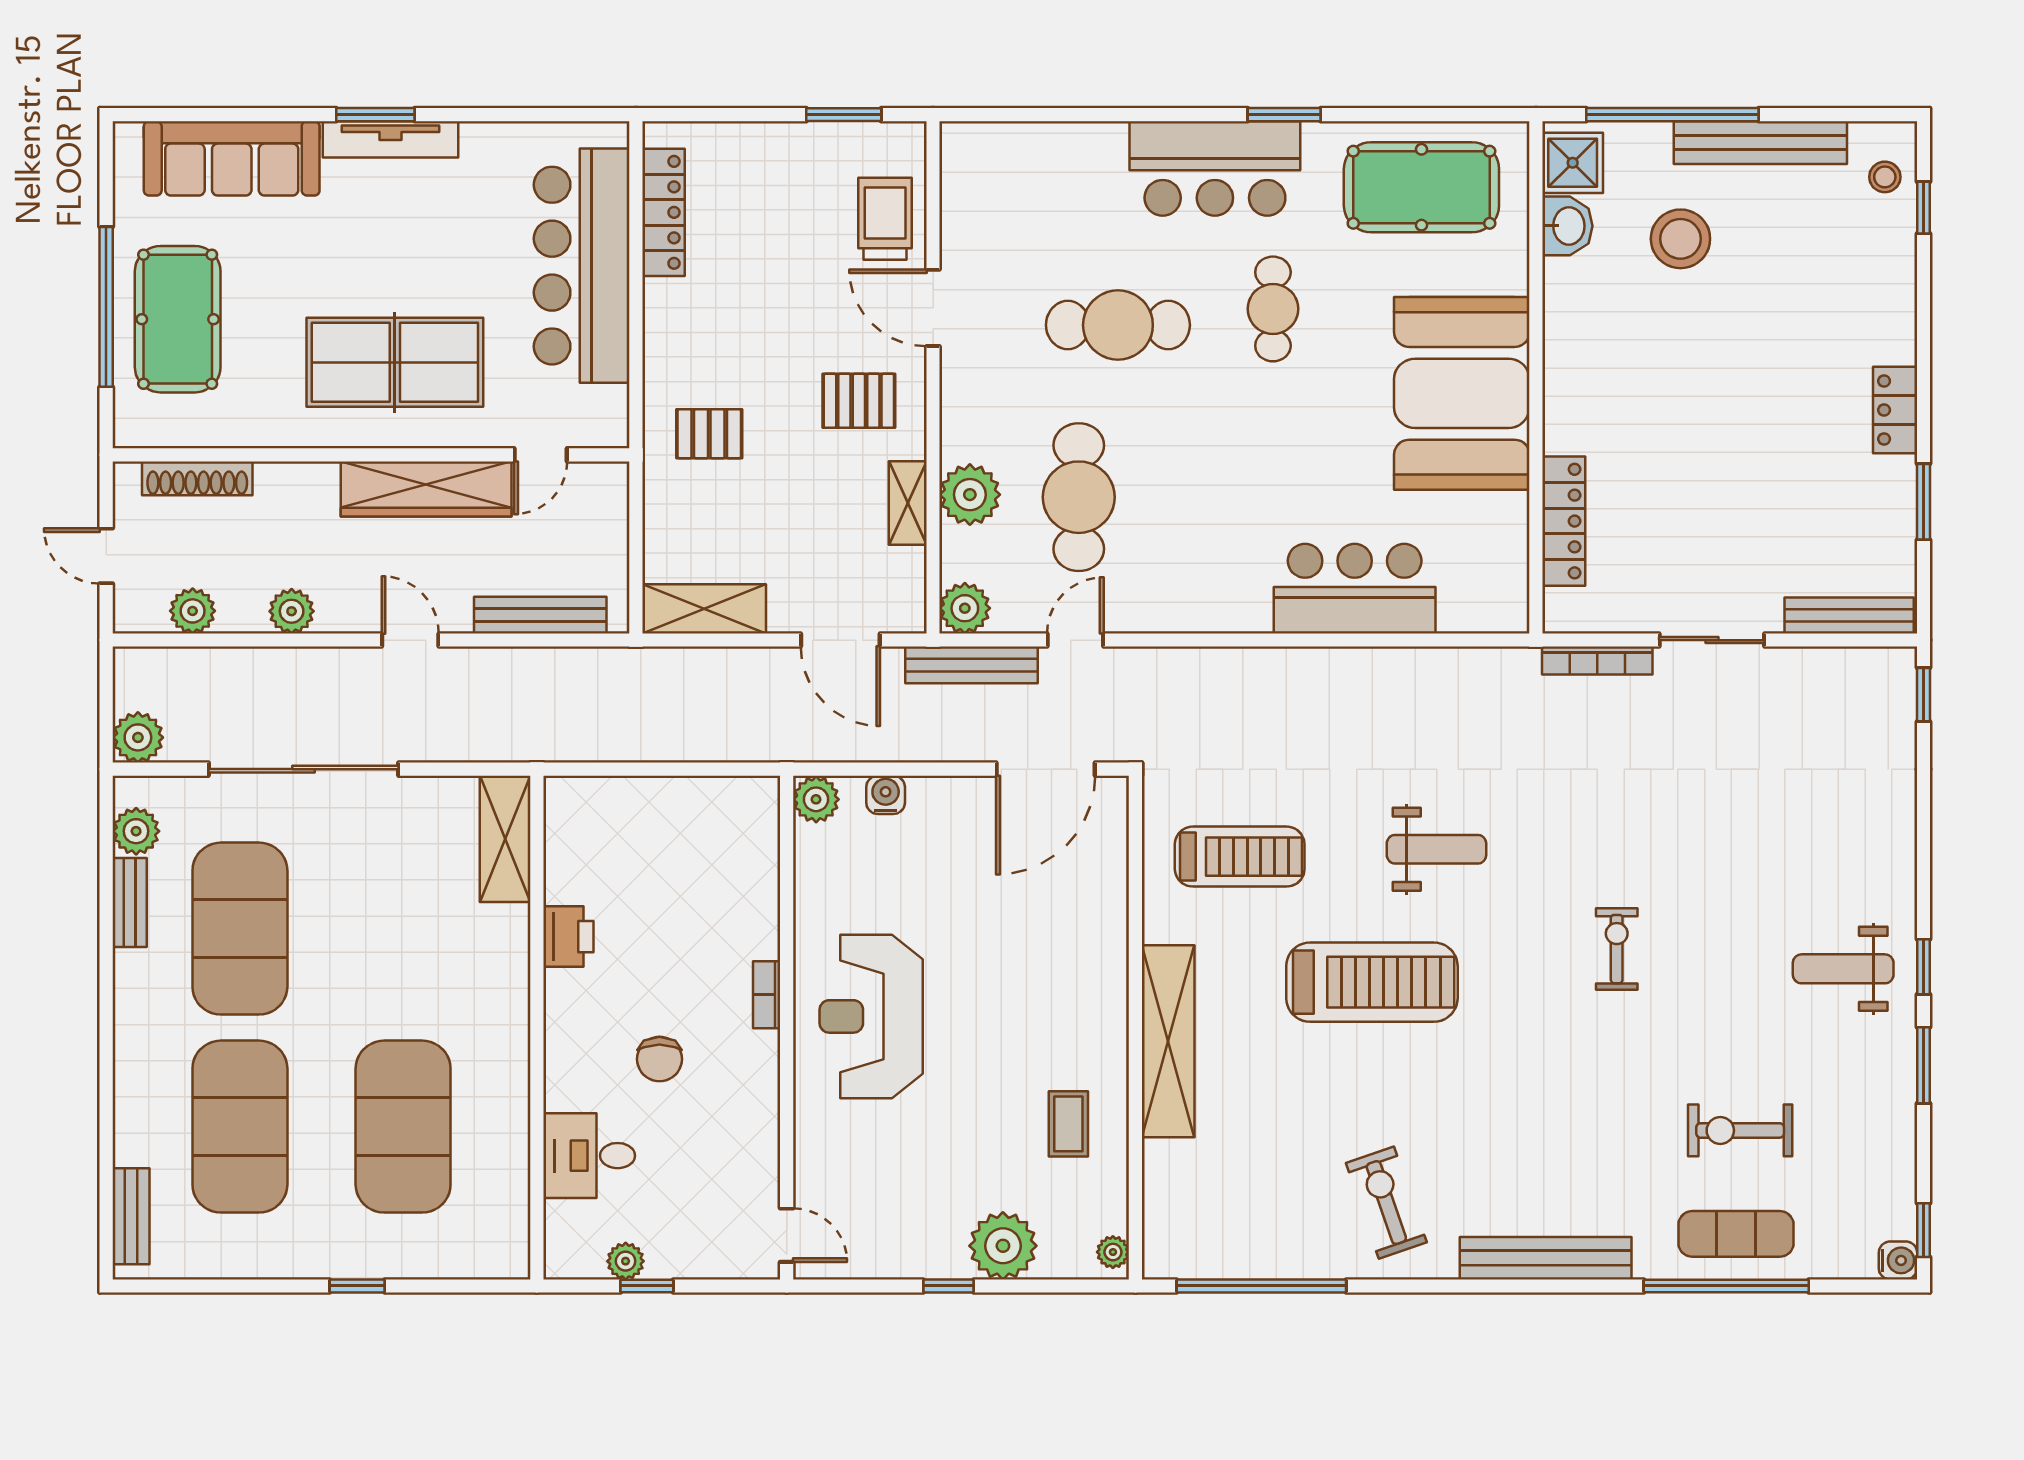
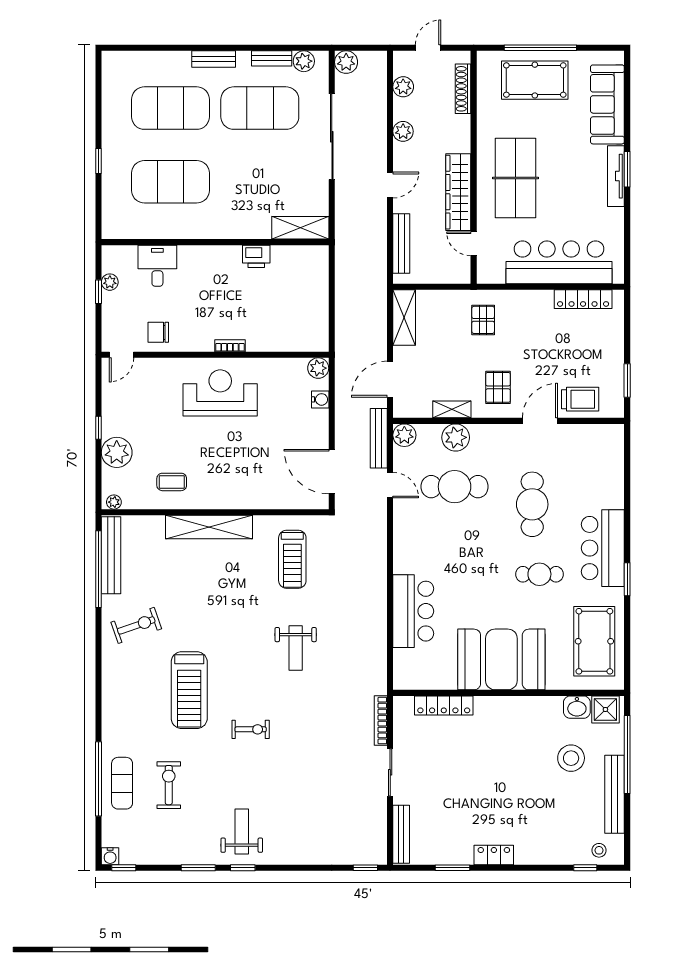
treadmill: (1372, 982) -> (189, 690), moved
chair: (659, 1059) -> (158, 332), moved
bench: (131, 1216) -> (214, 59), moved
bench: (1546, 1258) -> (111, 555), moved

